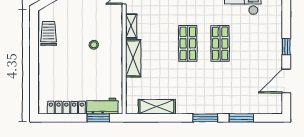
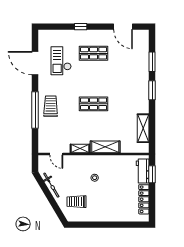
trolley: (48, 33) -> (77, 202), moved
shop shelf: (220, 43) -> (94, 53), moved
window: (286, 47) -> (81, 27), moved

